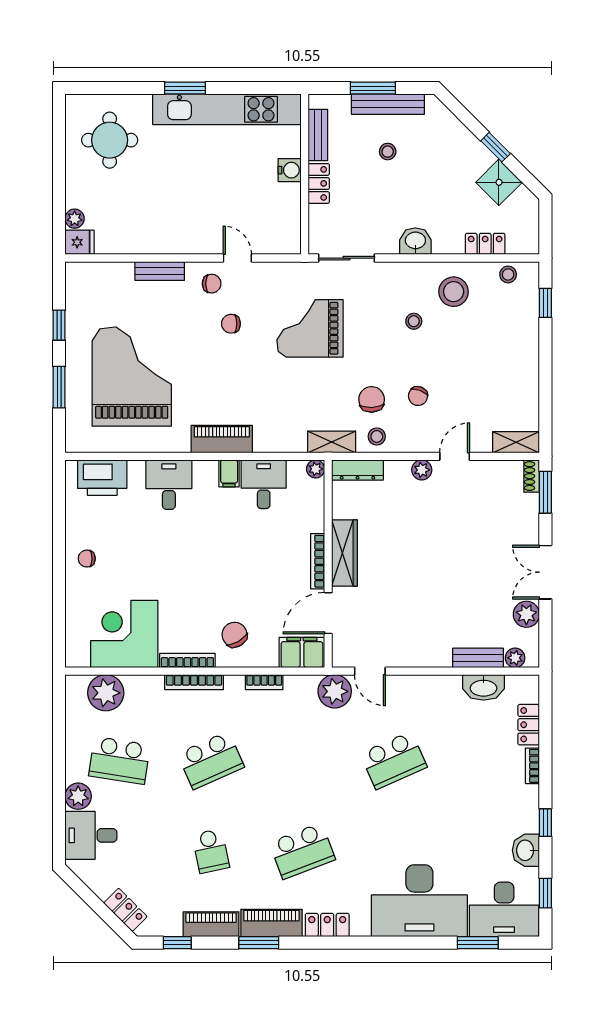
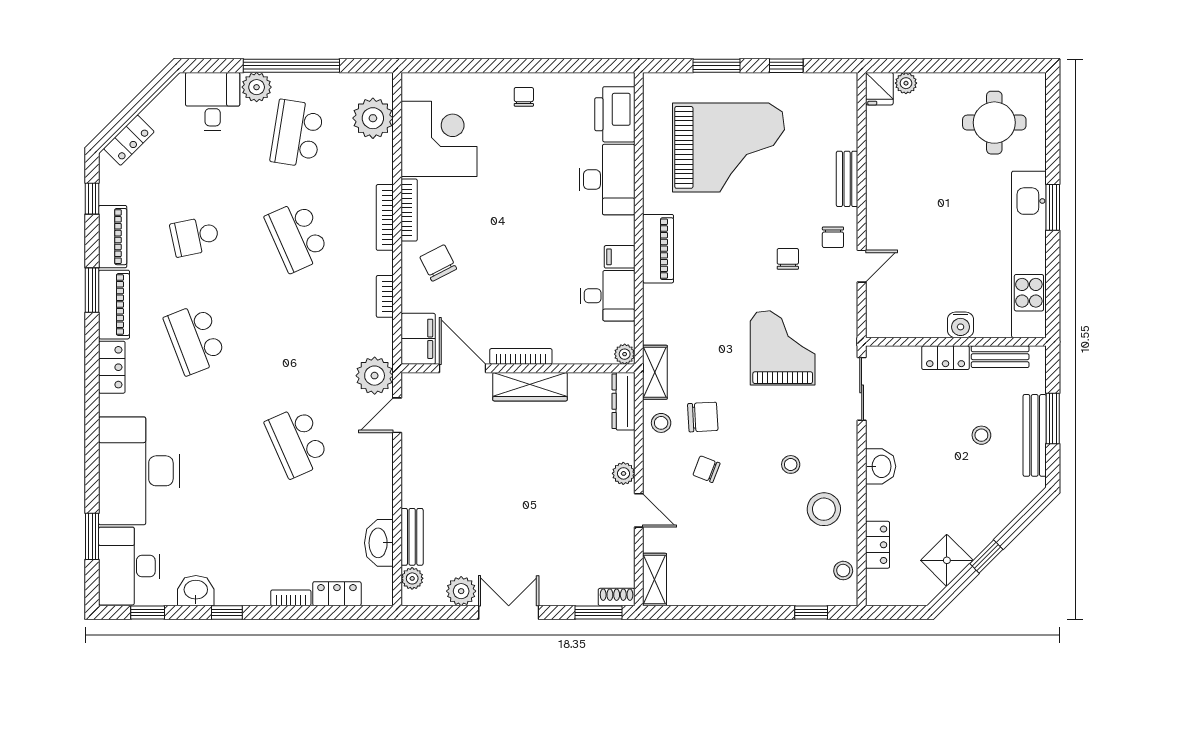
desk: (169, 485) -> (607, 180), width x1.37
chair: (235, 635) -> (438, 263), turned -87
window: (59, 765) -> (291, 66), added

